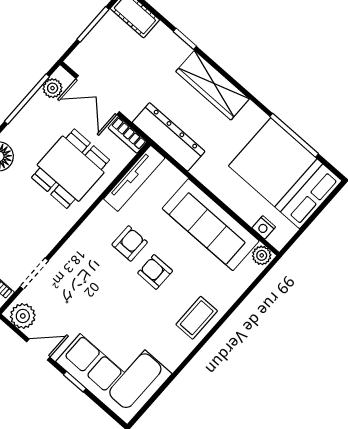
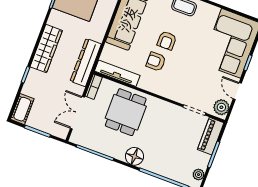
plant: (53, 88) -> (83, 140), removed
double door: (98, 95) -> (77, 113), swing flipped
dining table: (71, 169) -> (126, 112), turned 90

